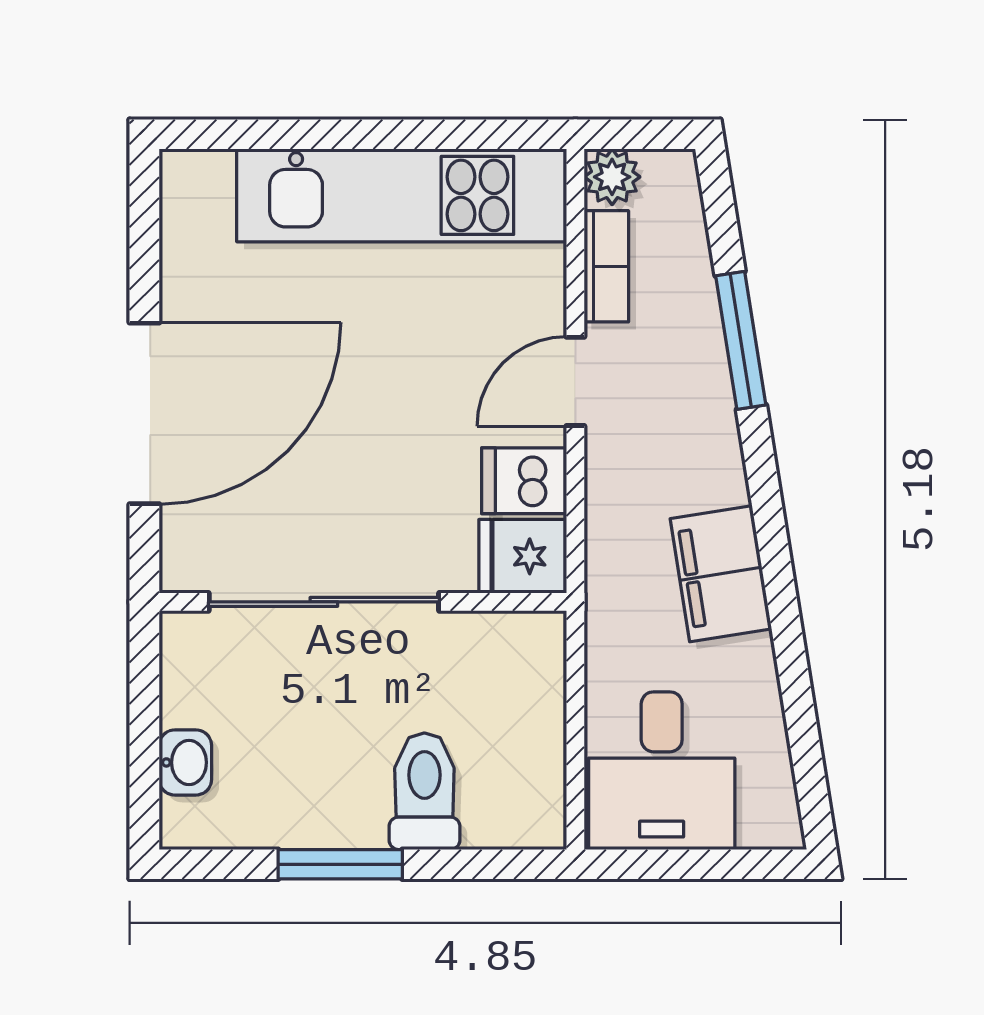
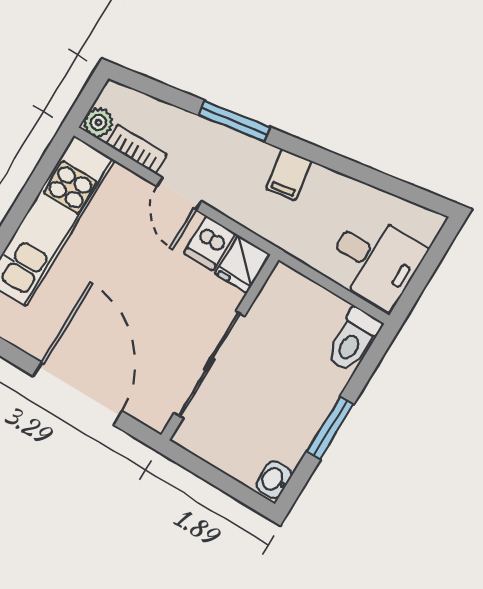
window: (741, 340) -> (234, 121), moved
filing cabinet: (721, 574) -> (289, 175), width x0.50
washbasin: (185, 762) -> (274, 480), moved, turned -90
toilet: (424, 791) -> (353, 340), moved, turned -90

